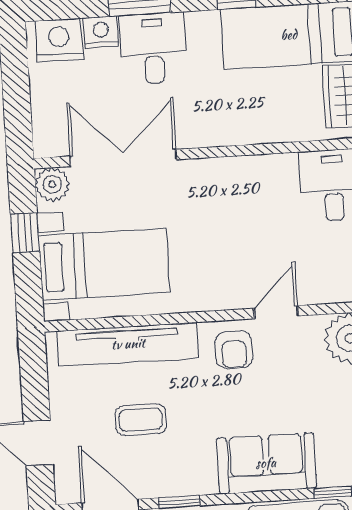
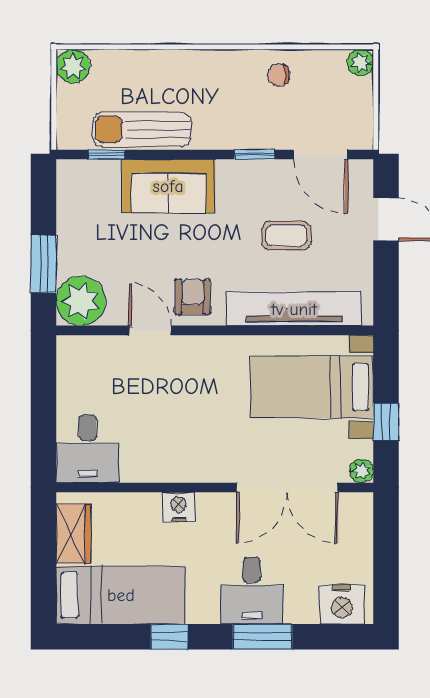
nightstand: (101, 32) -> (179, 507), moved, turned 180
plant: (52, 184) -> (361, 471), width x0.73, depth x0.73
door: (276, 312) -> (150, 330), swing flipped

